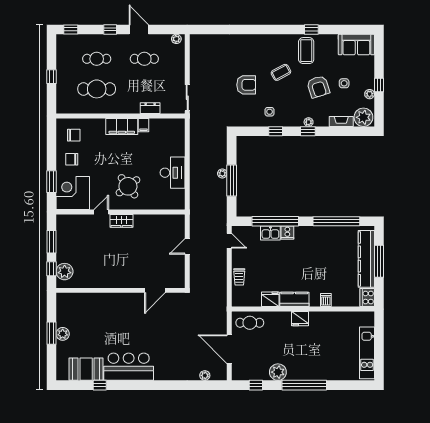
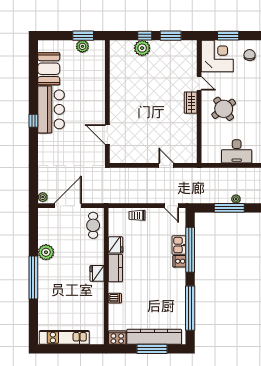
door: (229, 241) -> (172, 206), hinge flipped
wall: (120, 290) -> (107, 102), moved
door: (155, 290) -> (107, 135), moved
plant: (205, 375) -> (43, 197), moved
window: (100, 385) -> (33, 121), moved
window: (256, 385) -> (33, 231), removed

